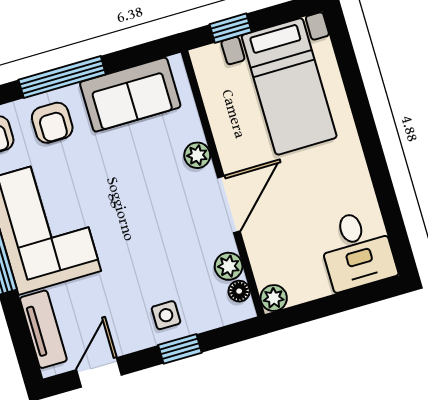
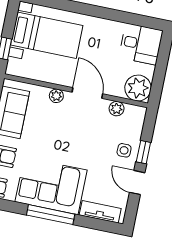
floor lamp: (239, 291) -> (131, 110), removed
plant: (274, 298) -> (138, 88), width x1.88, depth x1.88
door: (99, 372) -> (137, 183), moved

